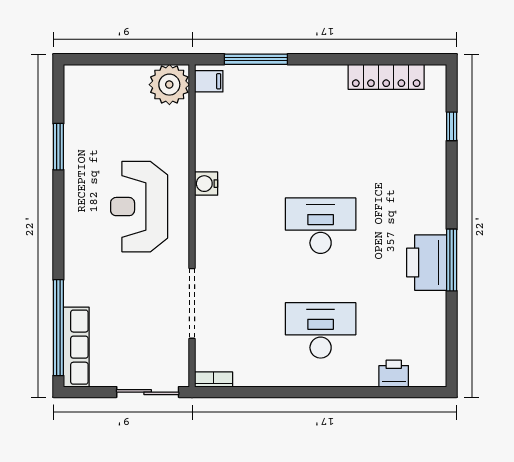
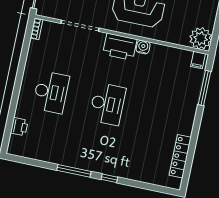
window: (452, 126) -> (109, 178), moved
printer: (427, 263) -> (120, 47), moved, turned 180

